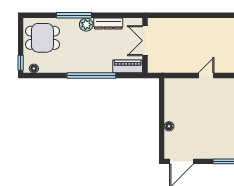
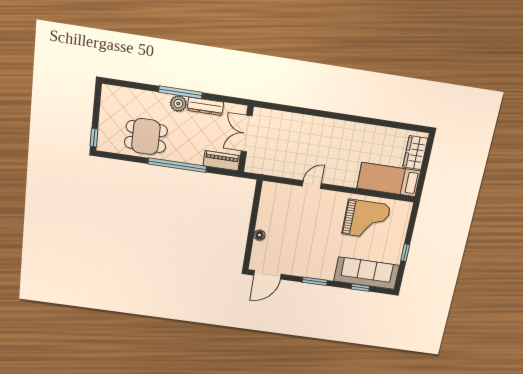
window: (74, 15) -> (180, 92), moved
dining table: (42, 38) -> (146, 137), moved
floor lamp: (34, 68) -> (109, 147), removed

